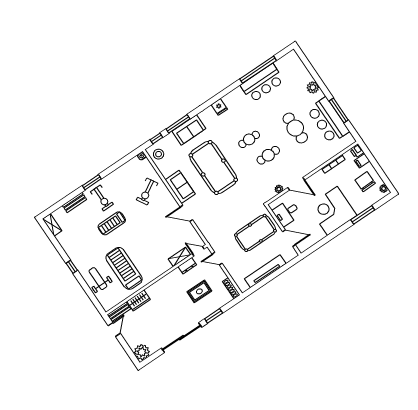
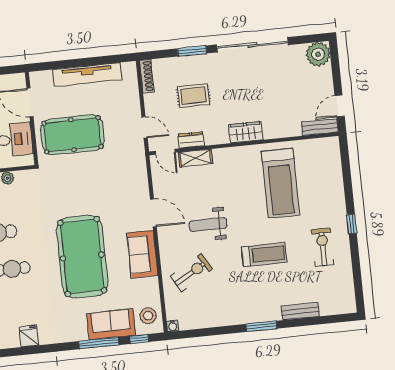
sofa: (189, 130) -> (111, 324), moved
exercise bike: (102, 198) -> (323, 247), moved
shelving: (52, 225) -> (348, 297), removed
weight bench: (98, 279) -> (208, 224), moved, turned 90
wardrobe: (138, 300) -> (246, 132), moved

